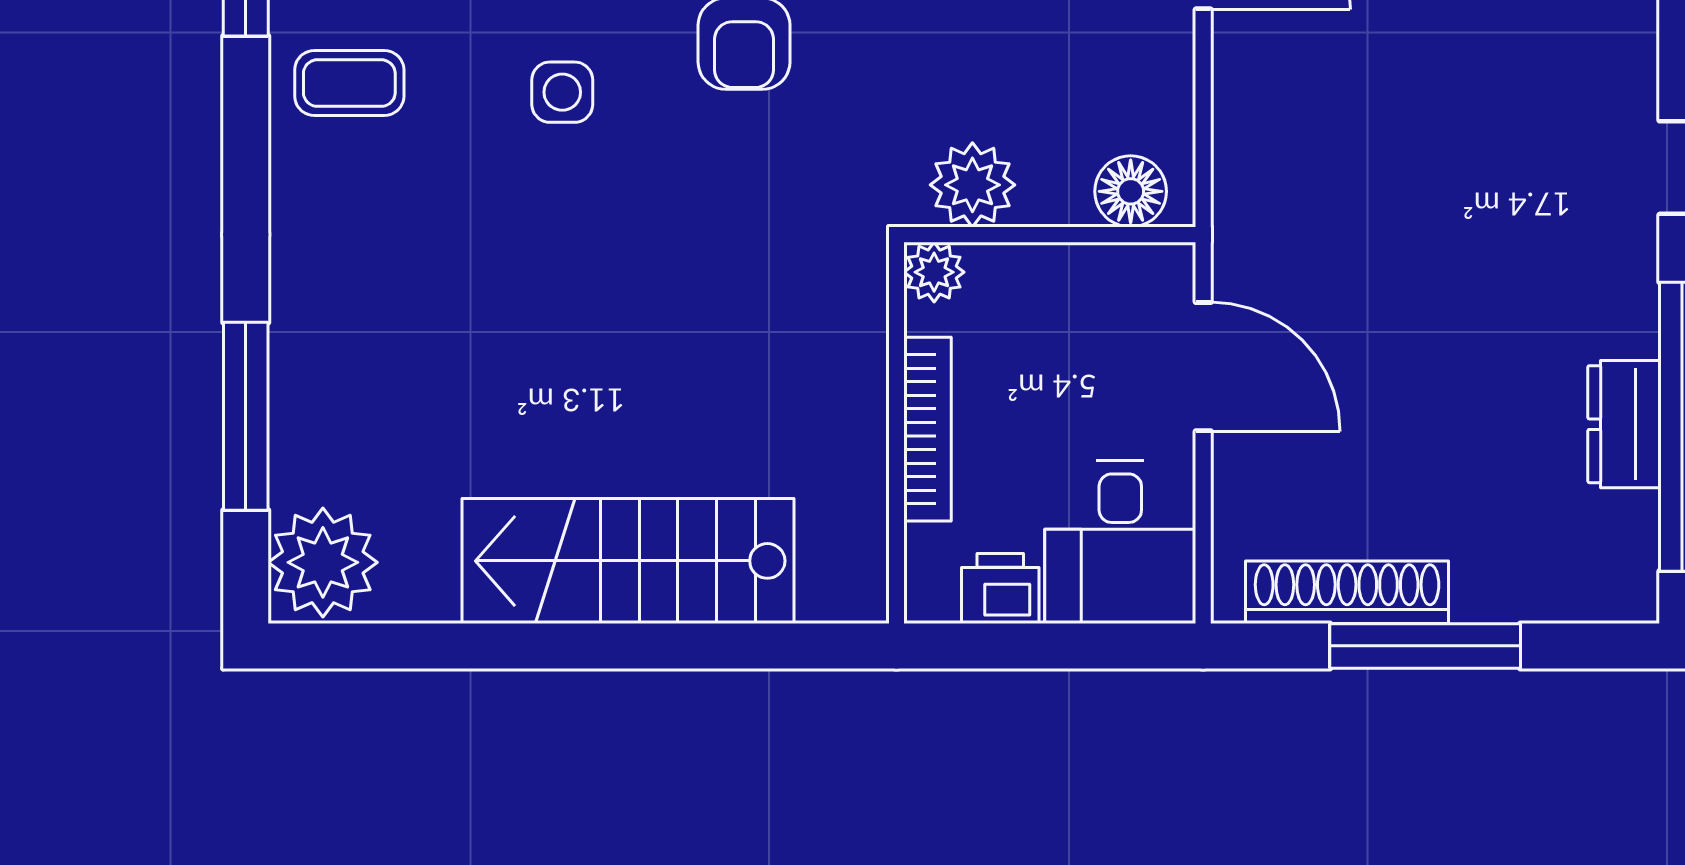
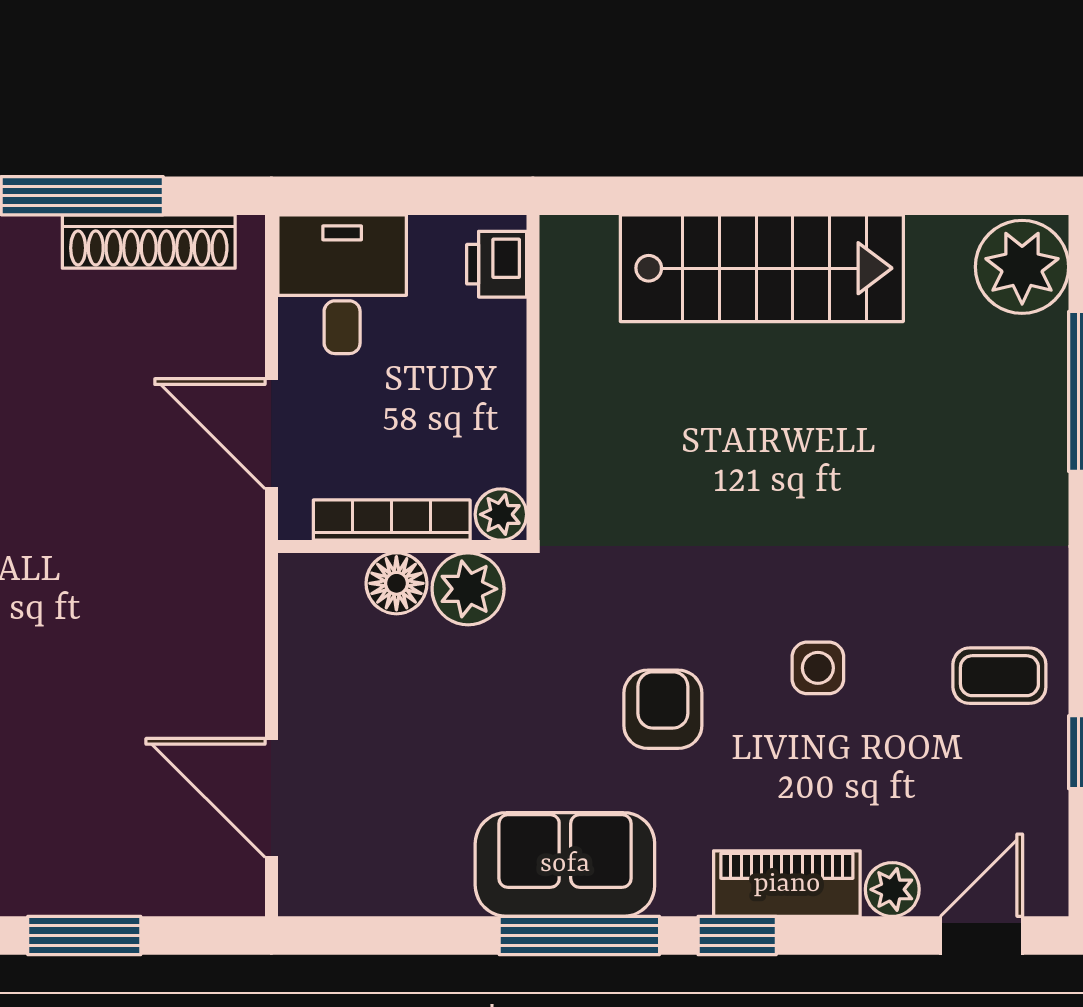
floor lamp: (1131, 191) -> (396, 583), moved
bookcase: (928, 429) -> (392, 520), moved, turned 90
printer: (1000, 588) -> (497, 264), moved, turned 90

